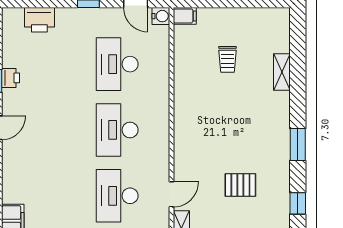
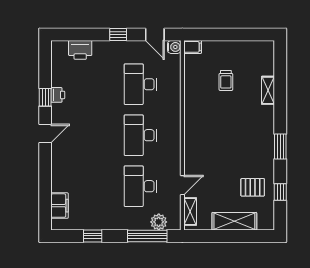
pallet: (240, 185) -> (253, 187), moved

